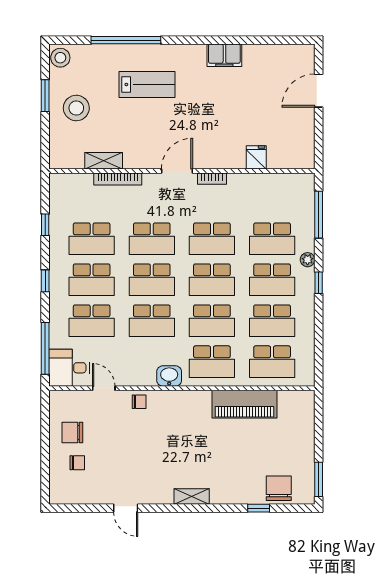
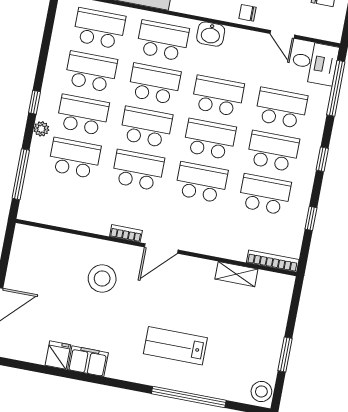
stool: (76, 108) -> (102, 278), moved
fridge: (256, 157) -> (58, 355), moved, turned 180
bookcase: (118, 179) -> (273, 261), moved

